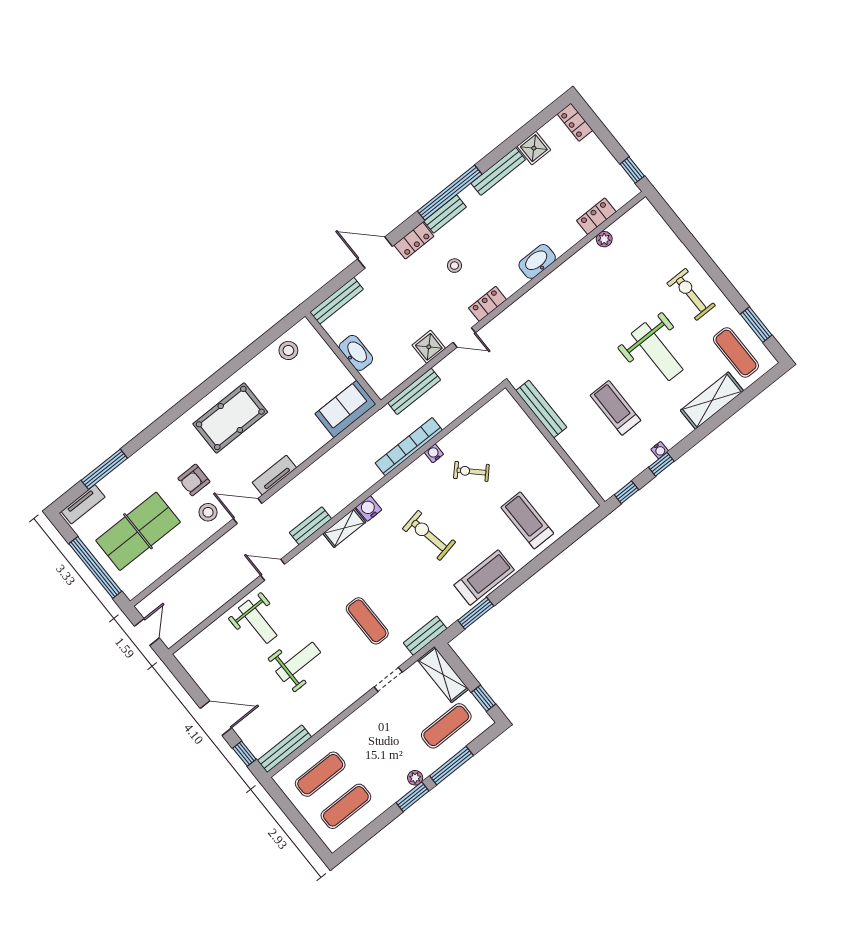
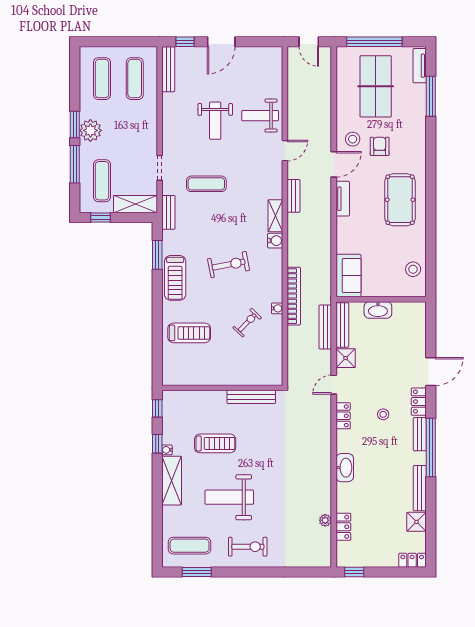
bench: (337, 301) -> (342, 325), moved
shelving: (712, 401) -> (172, 481), moved
plant: (415, 778) -> (90, 130), width x1.87, depth x1.87

